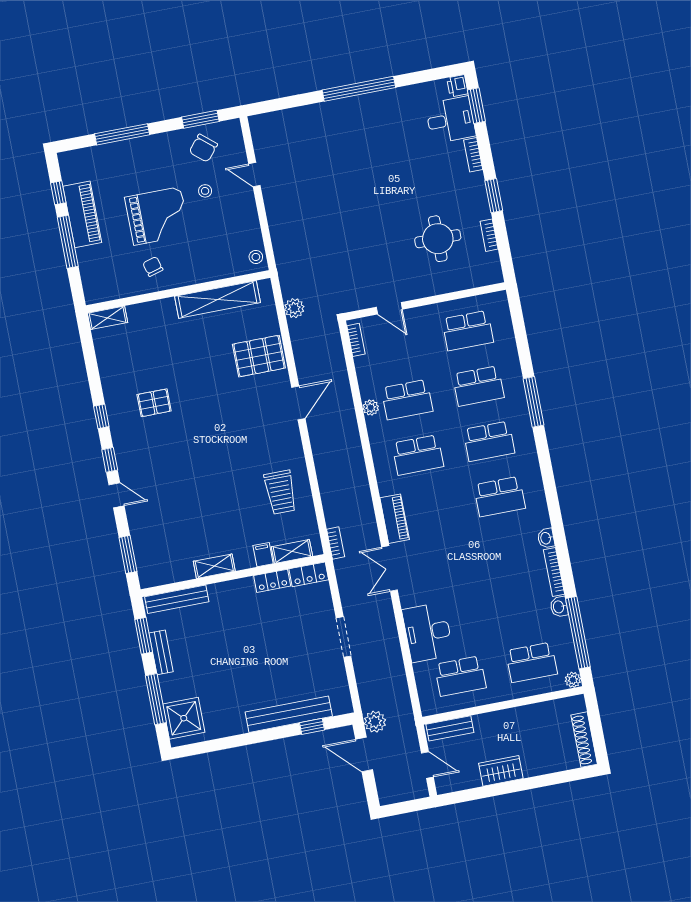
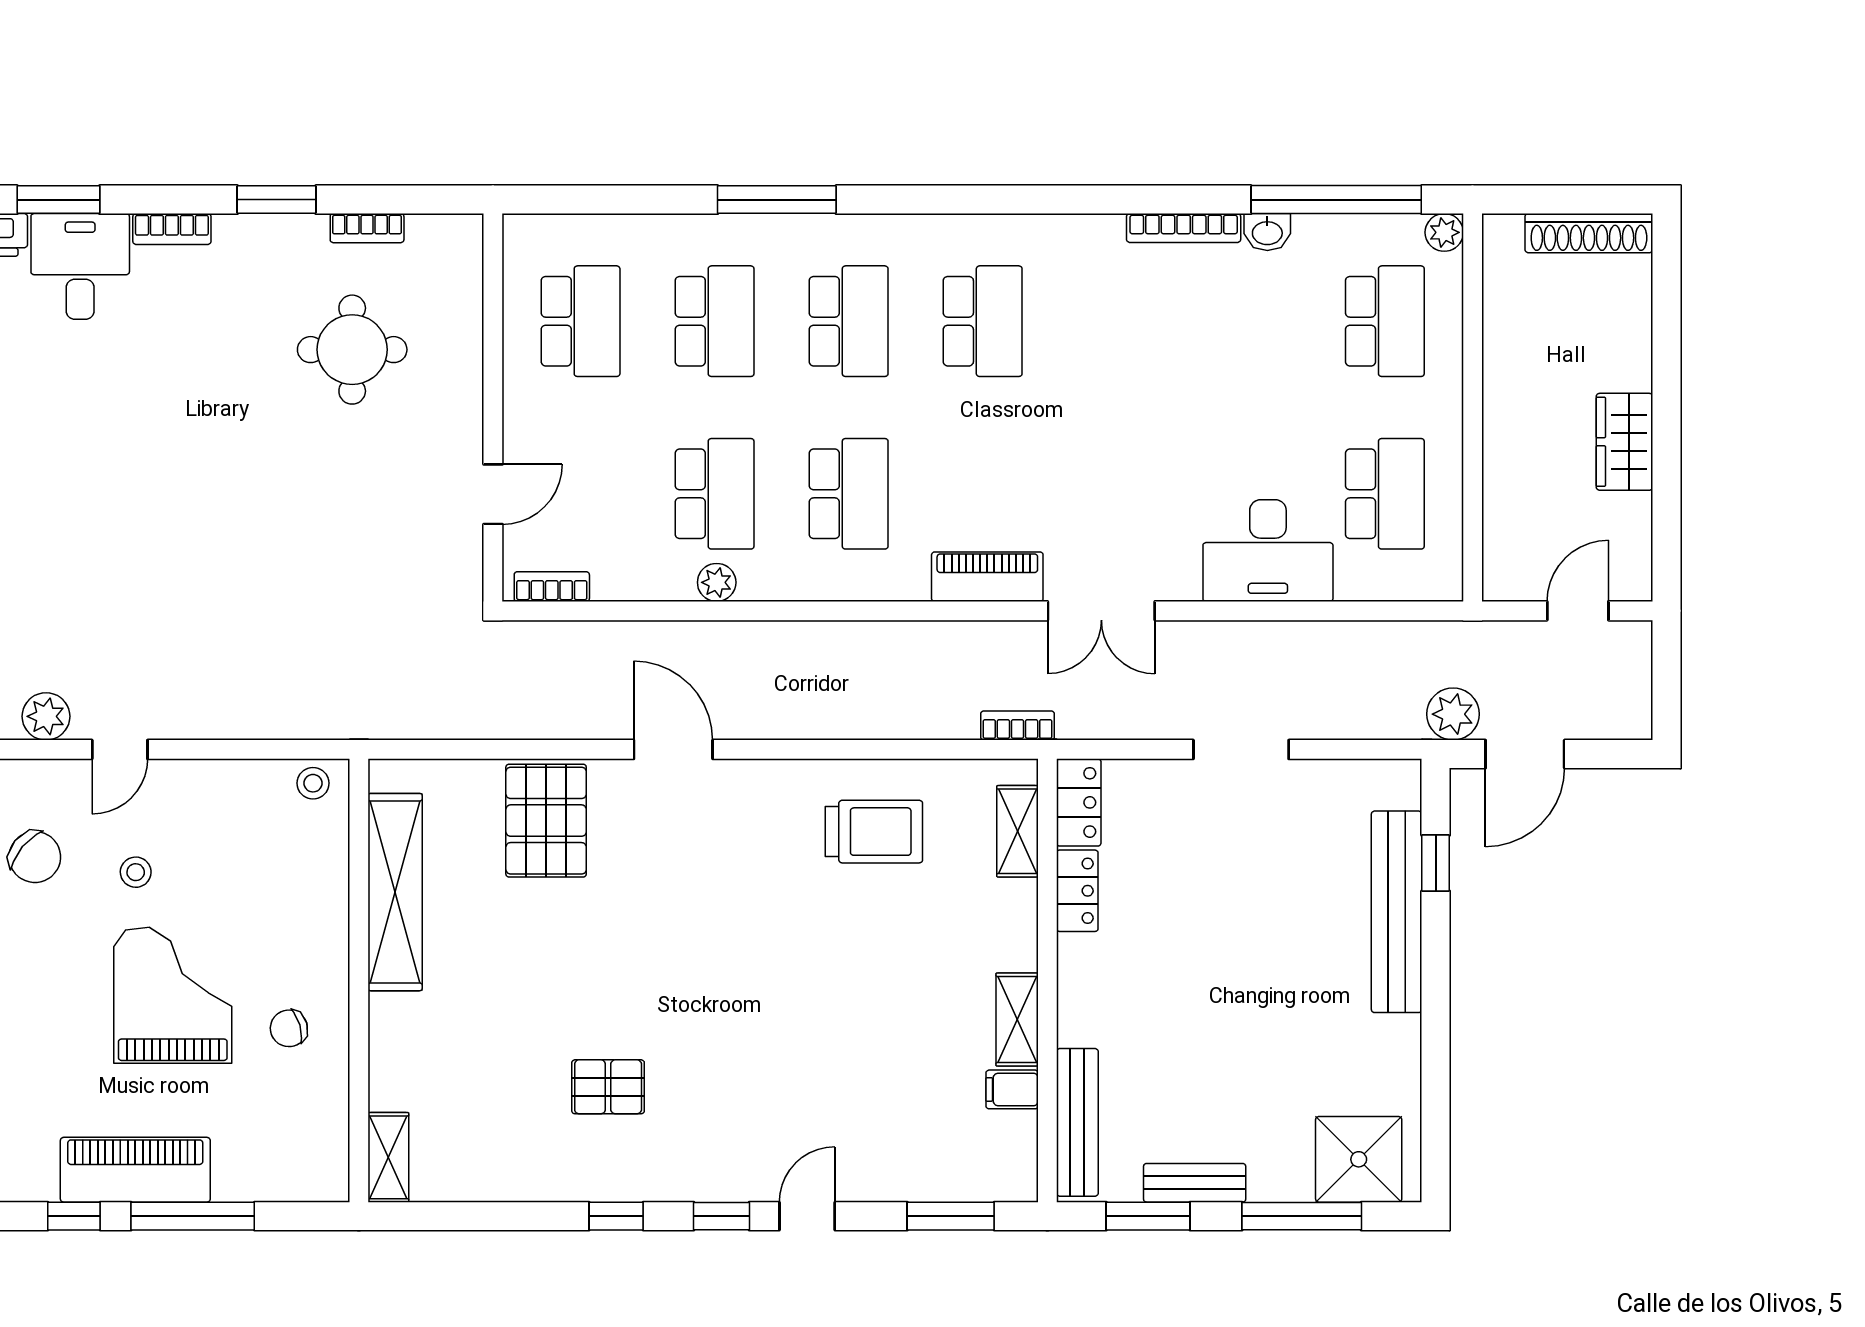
plant: (294, 308) -> (46, 716), moved
pallet: (154, 403) -> (608, 1087), turned 90
washbasin: (546, 538) -> (1101, 231), removed
filing cabinet: (263, 555) -> (1012, 1089), moved
bench: (450, 728) -> (1502, 542), removed

